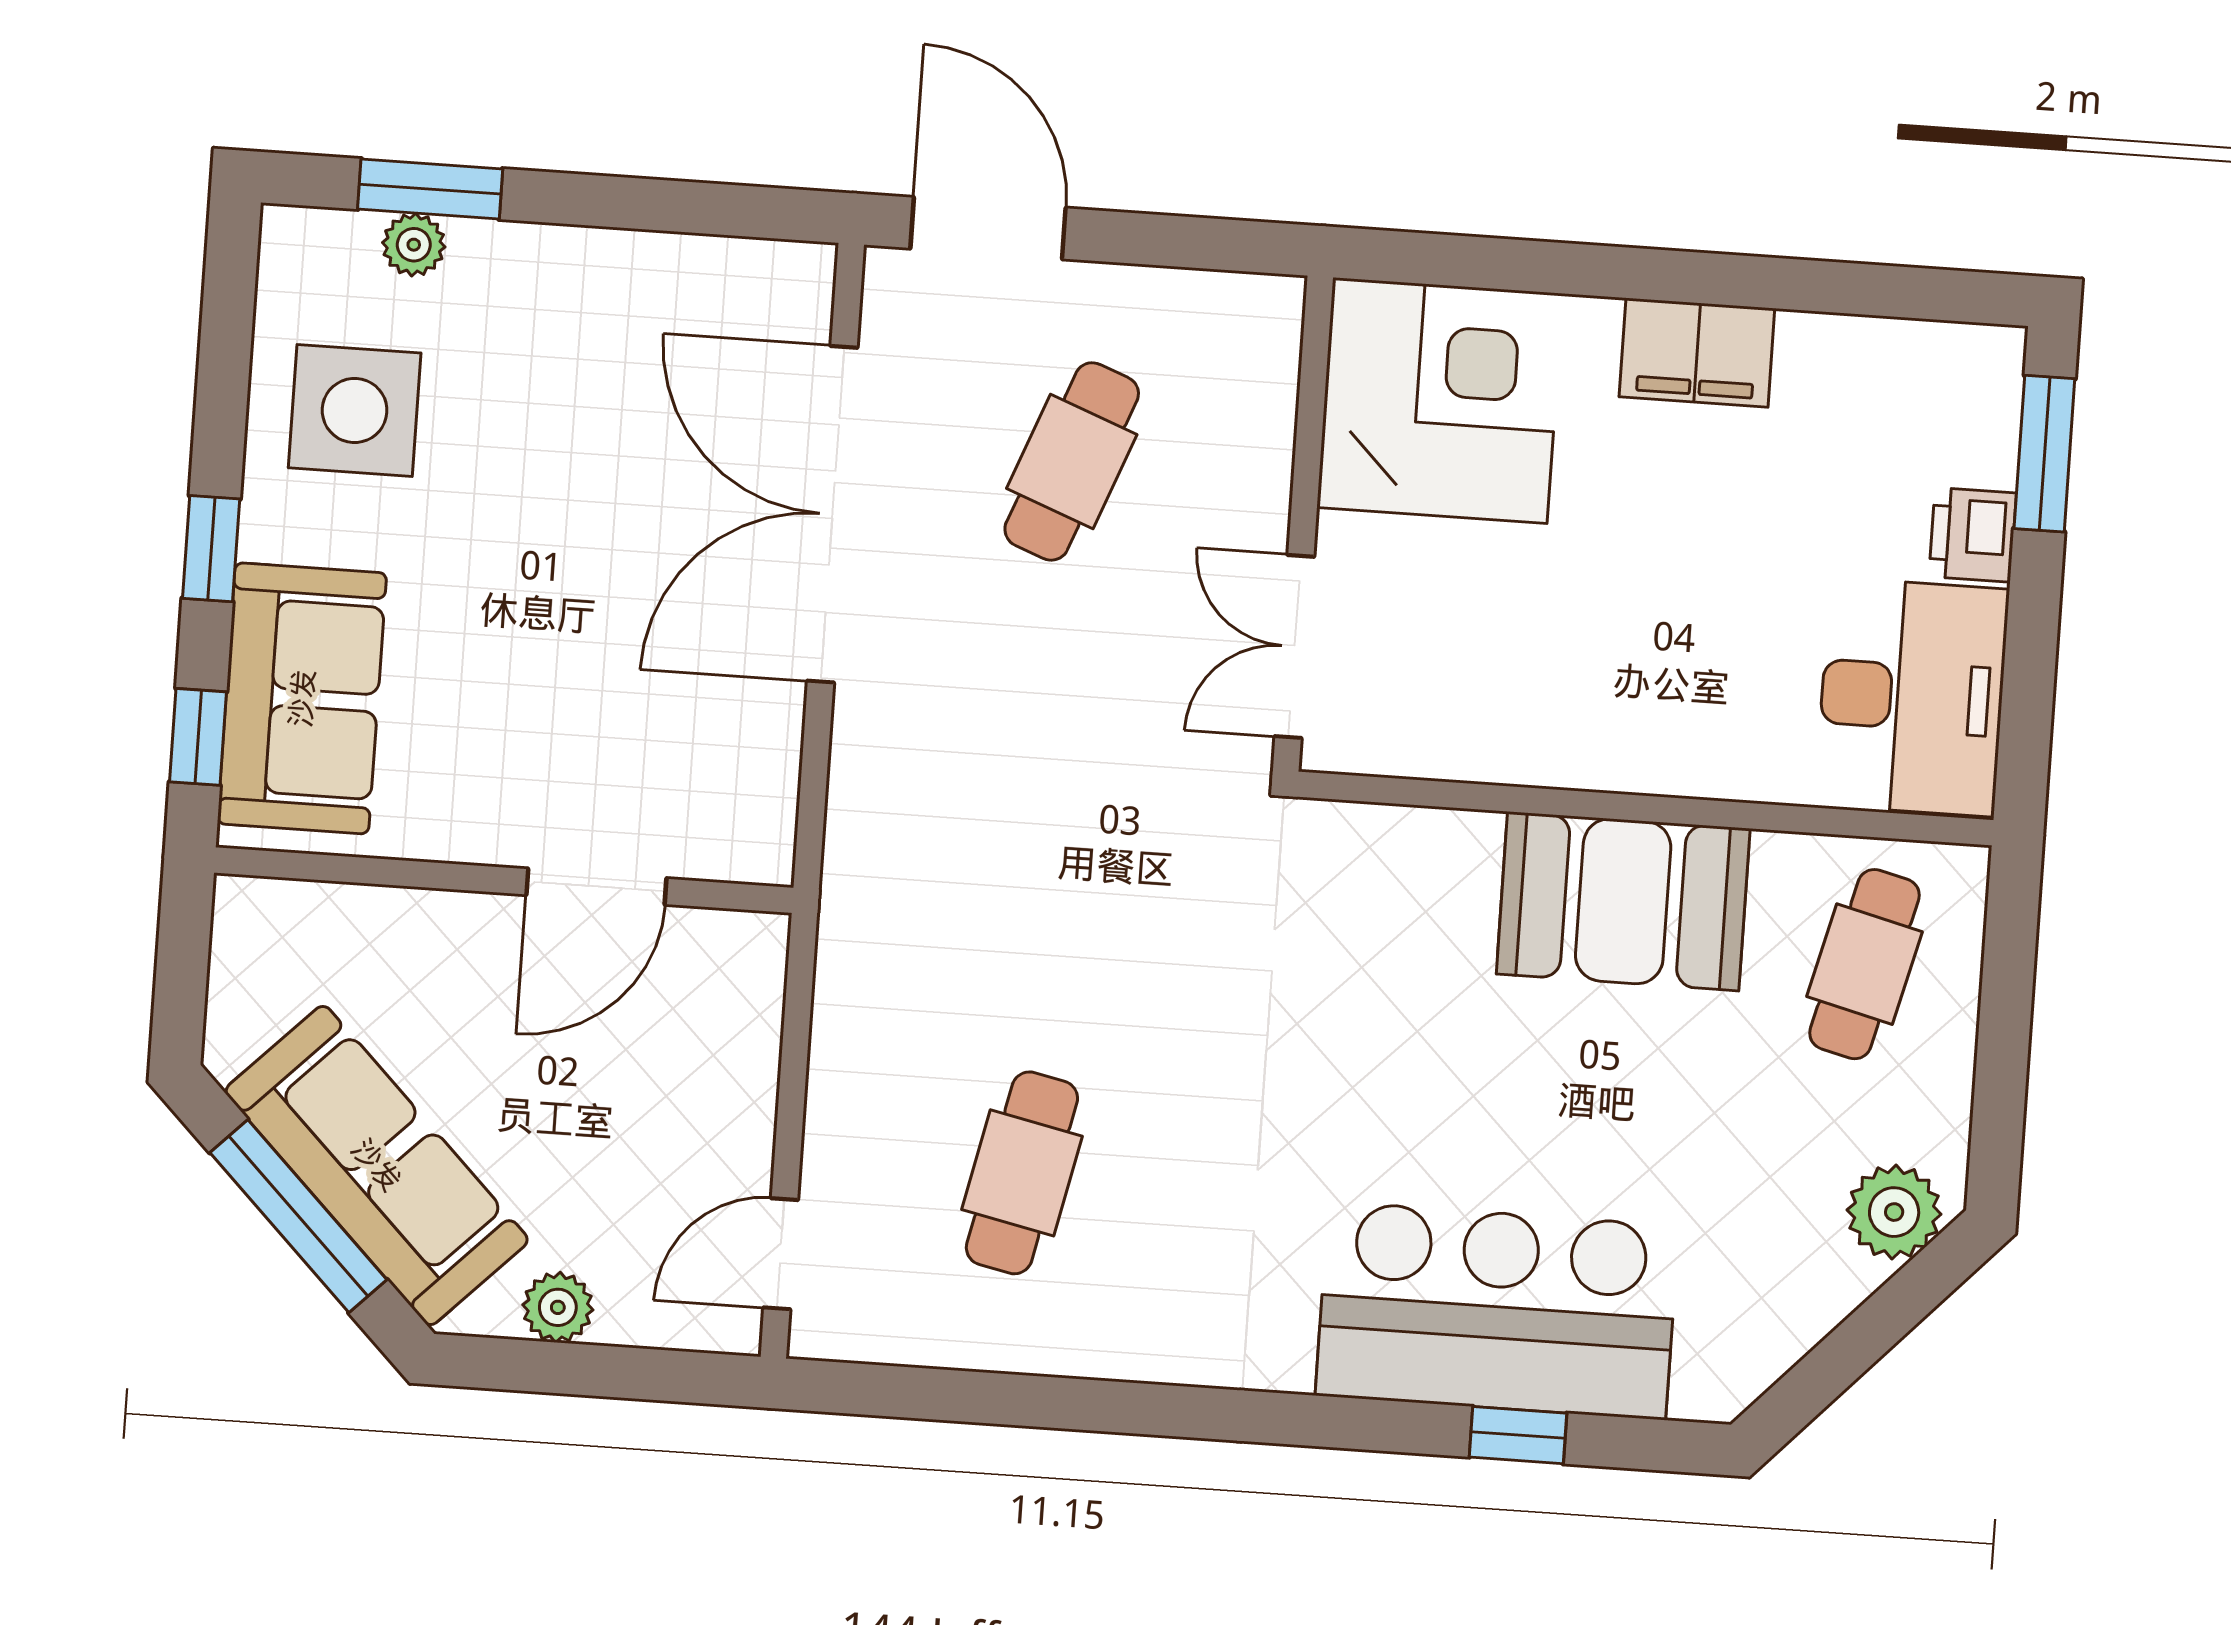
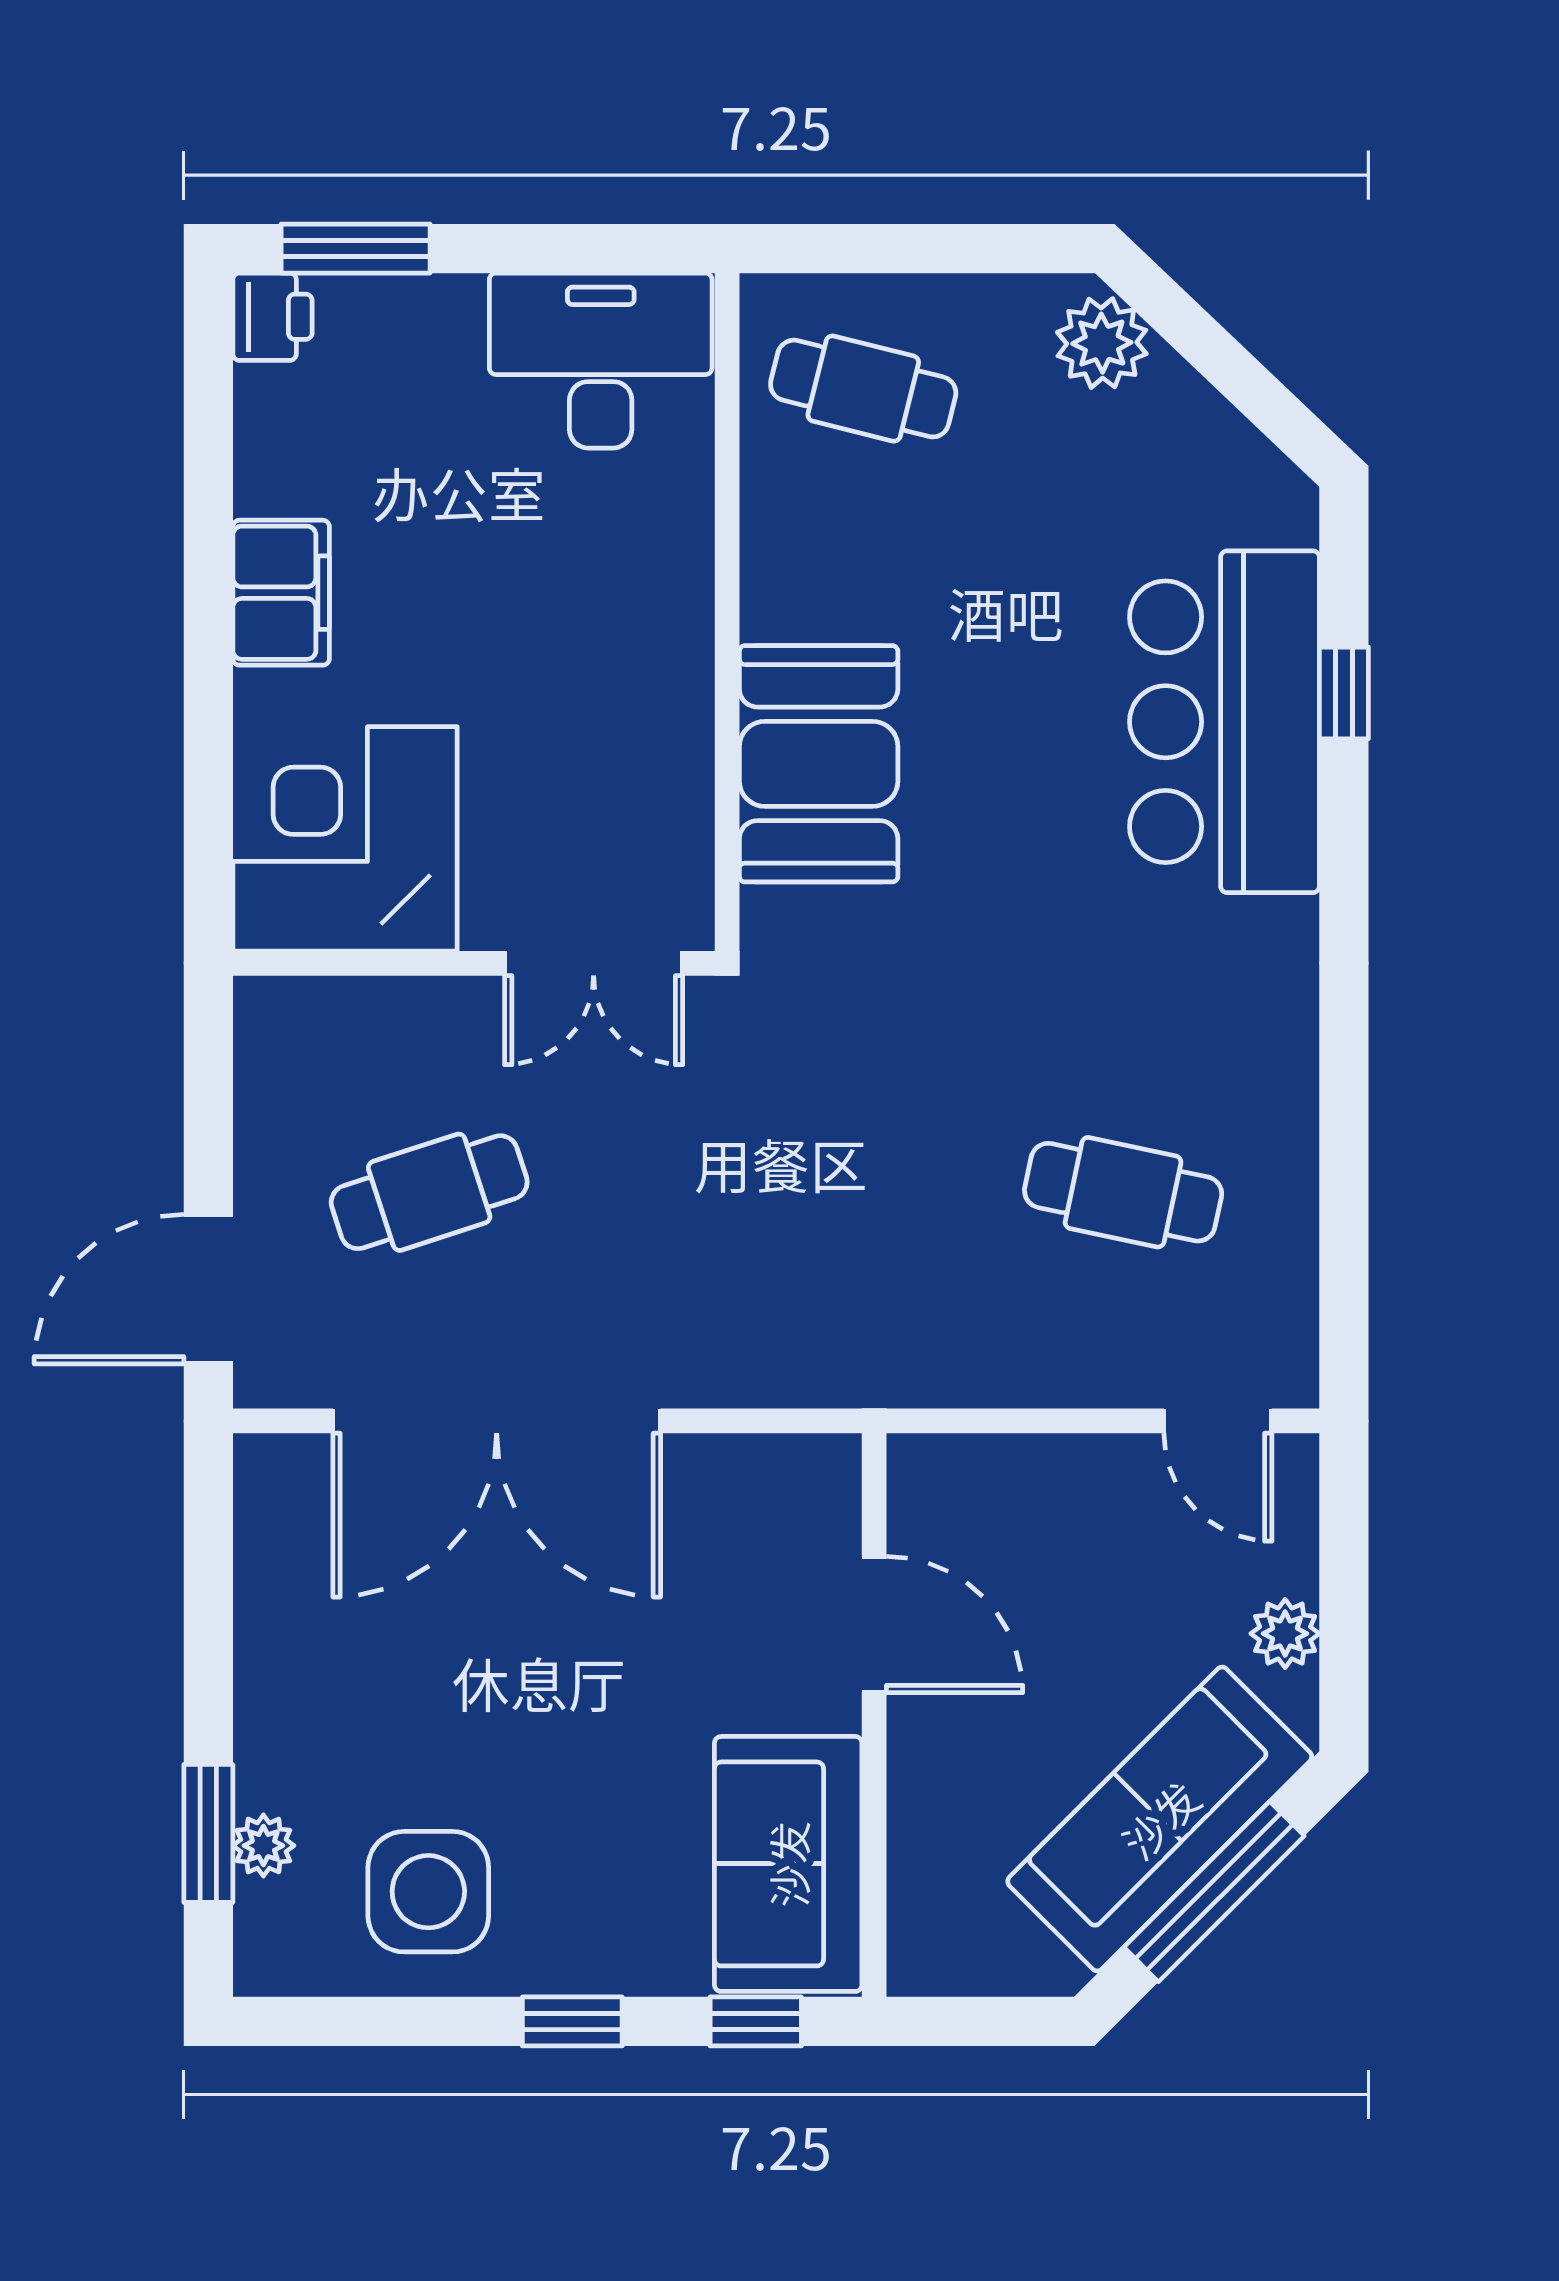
cafe table: (1072, 461) -> (429, 1192), turned -39
printer: (1973, 535) -> (272, 317), moved, turned -90
sofa: (302, 698) -> (788, 1864), moved, turned -90
booth: (1623, 901) -> (819, 764), moved

